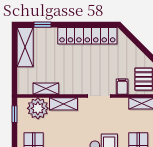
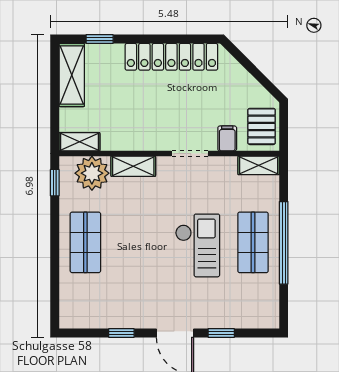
shelving: (46, 89) -> (80, 142), moved

